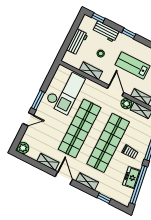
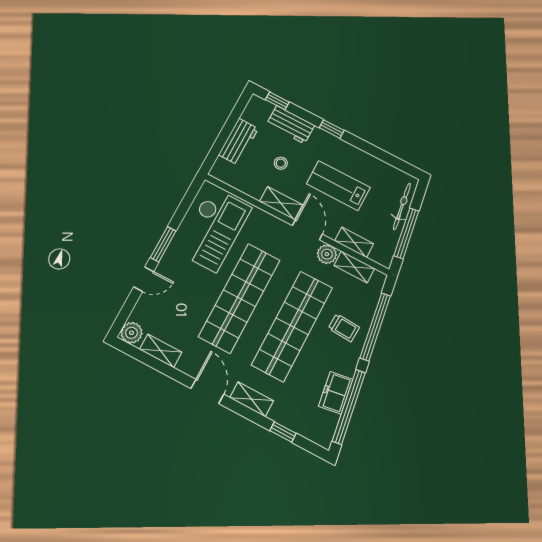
shelving: (91, 71) -> (281, 203), moved
trolley: (130, 152) -> (344, 328), moved
shelving: (48, 162) -> (161, 351), moved

